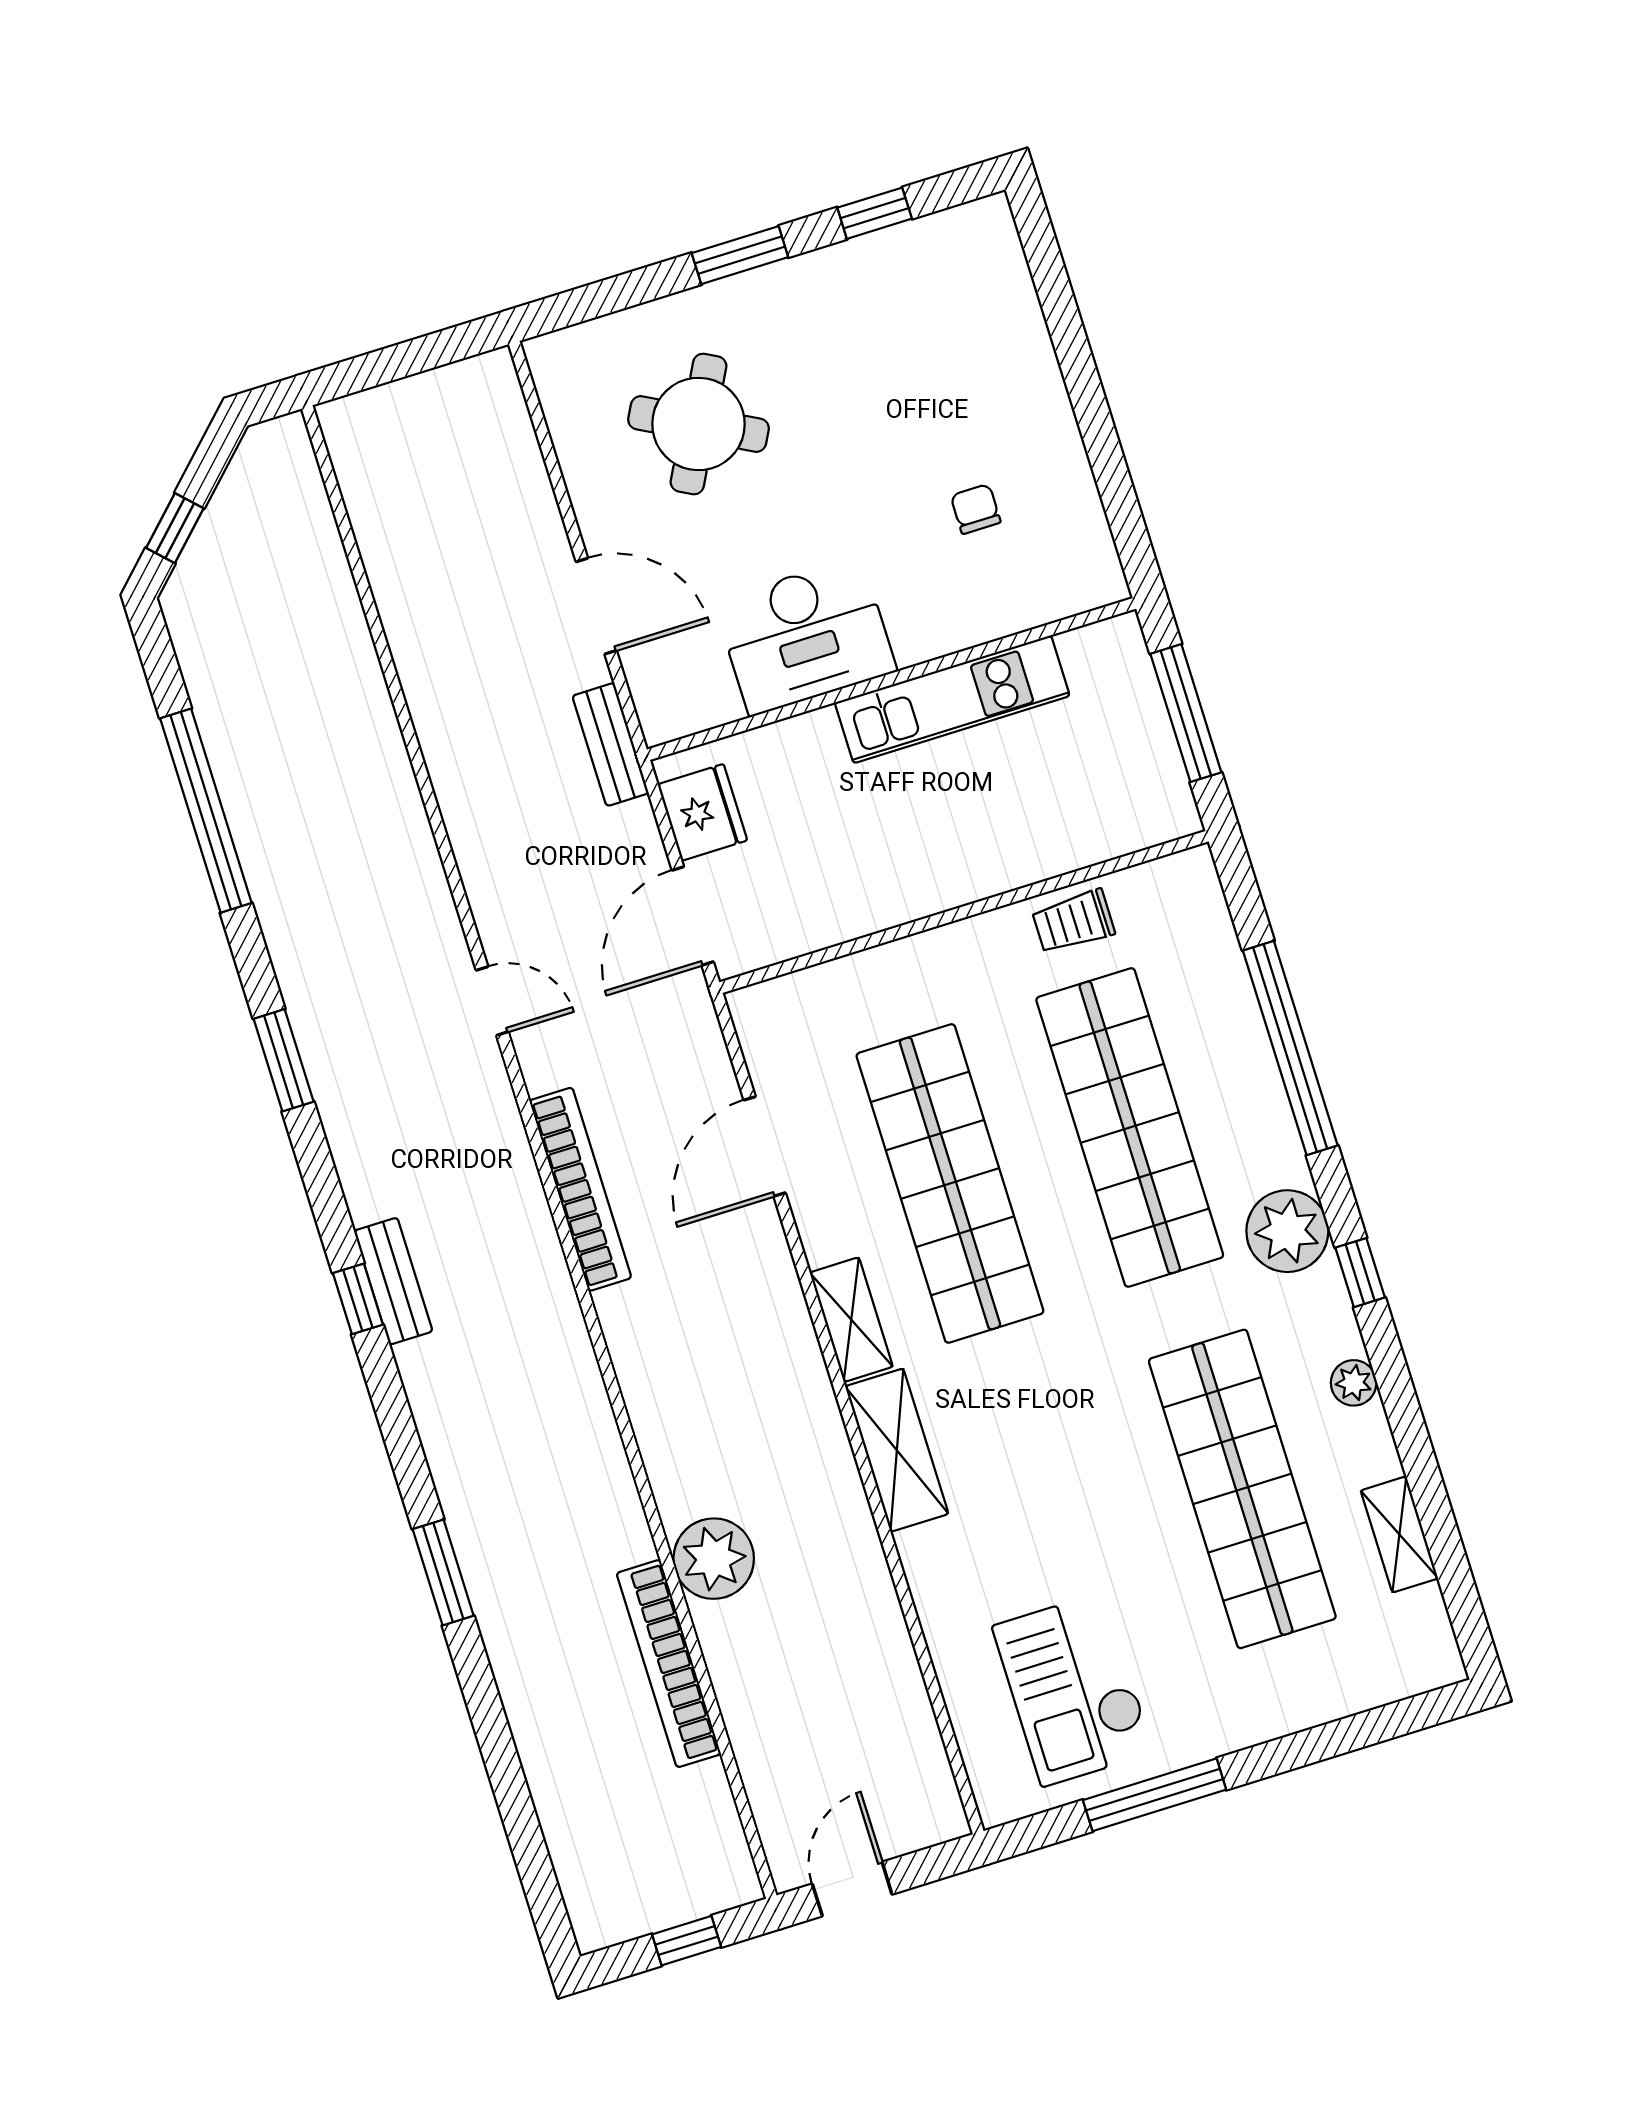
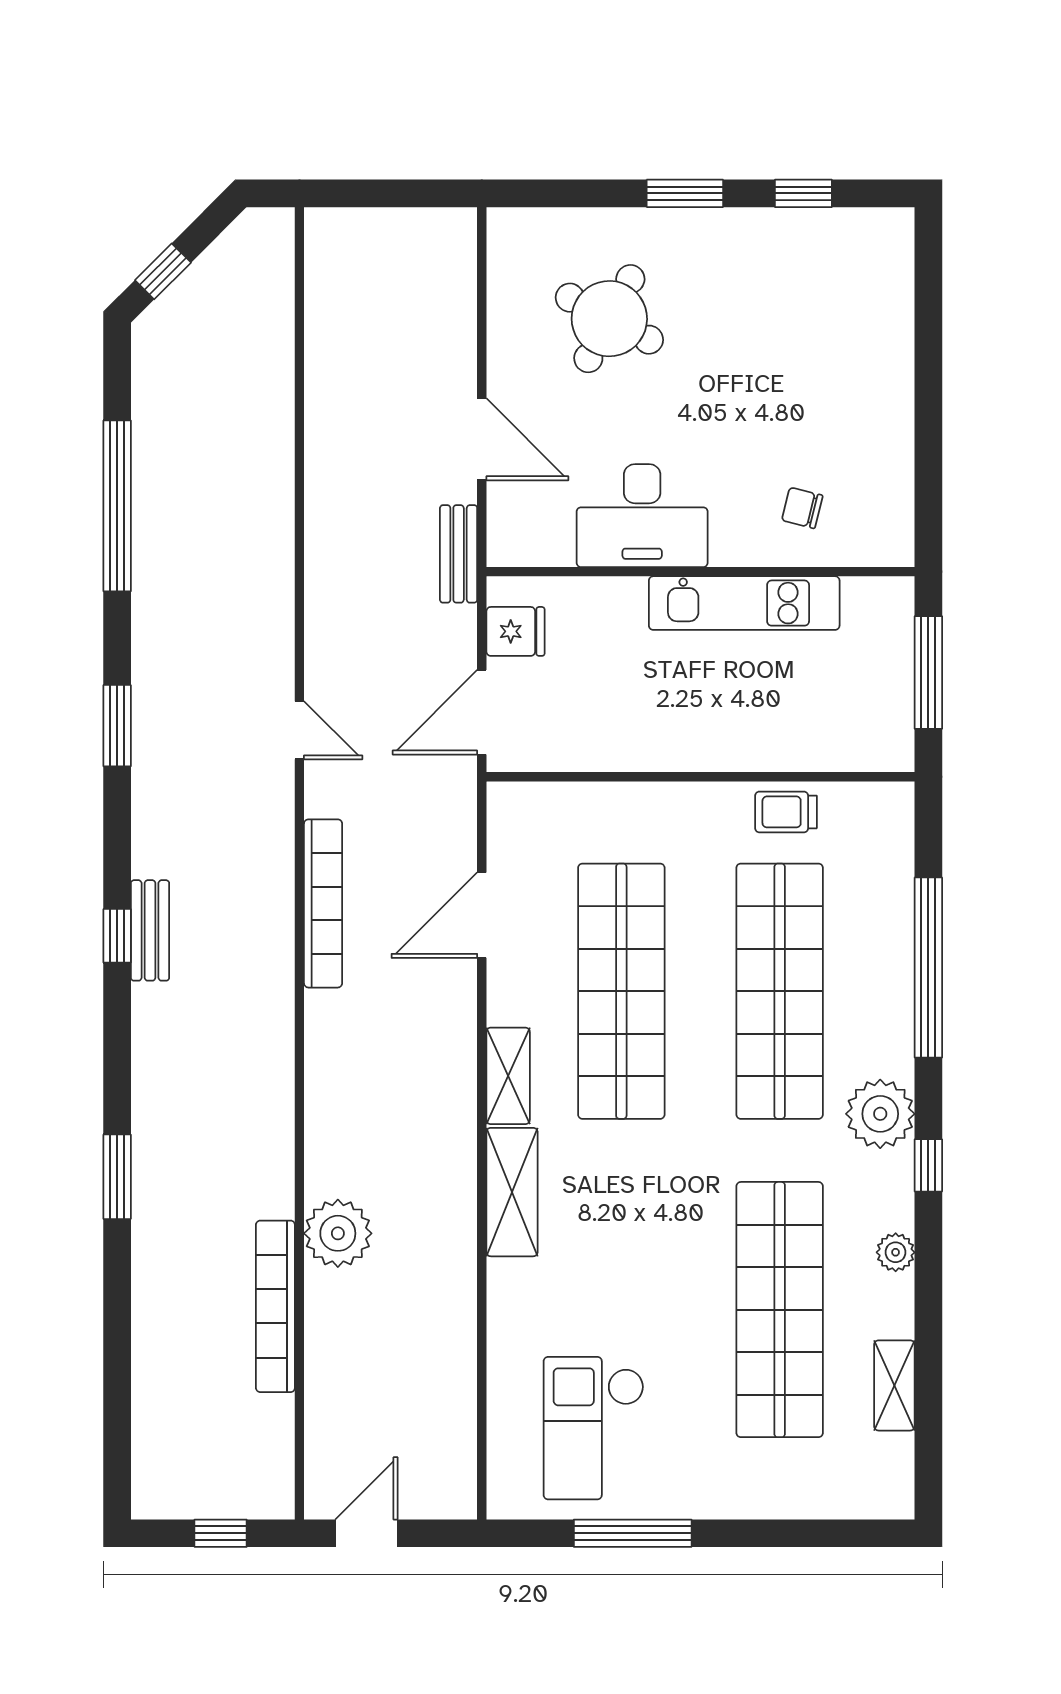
chair: (976, 509) -> (802, 508), moved, turned -76
fridge: (702, 812) -> (515, 631), width x0.72

